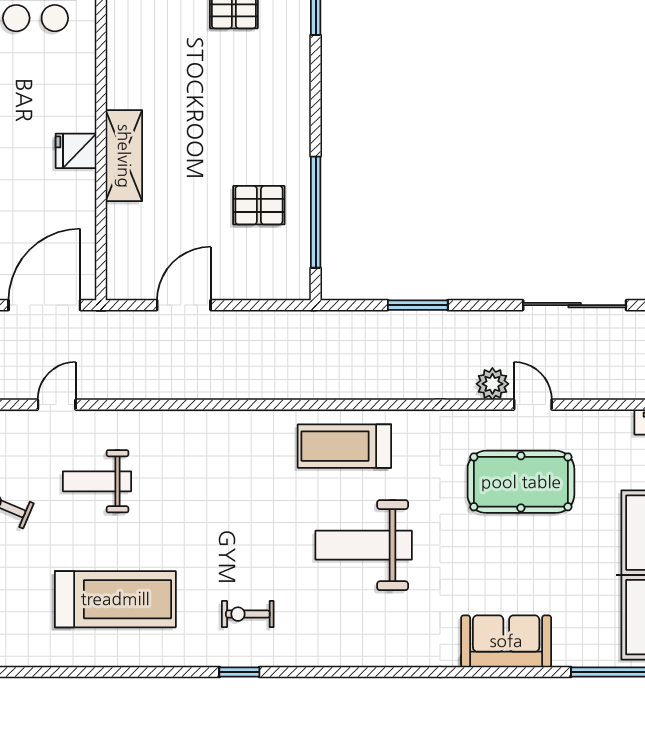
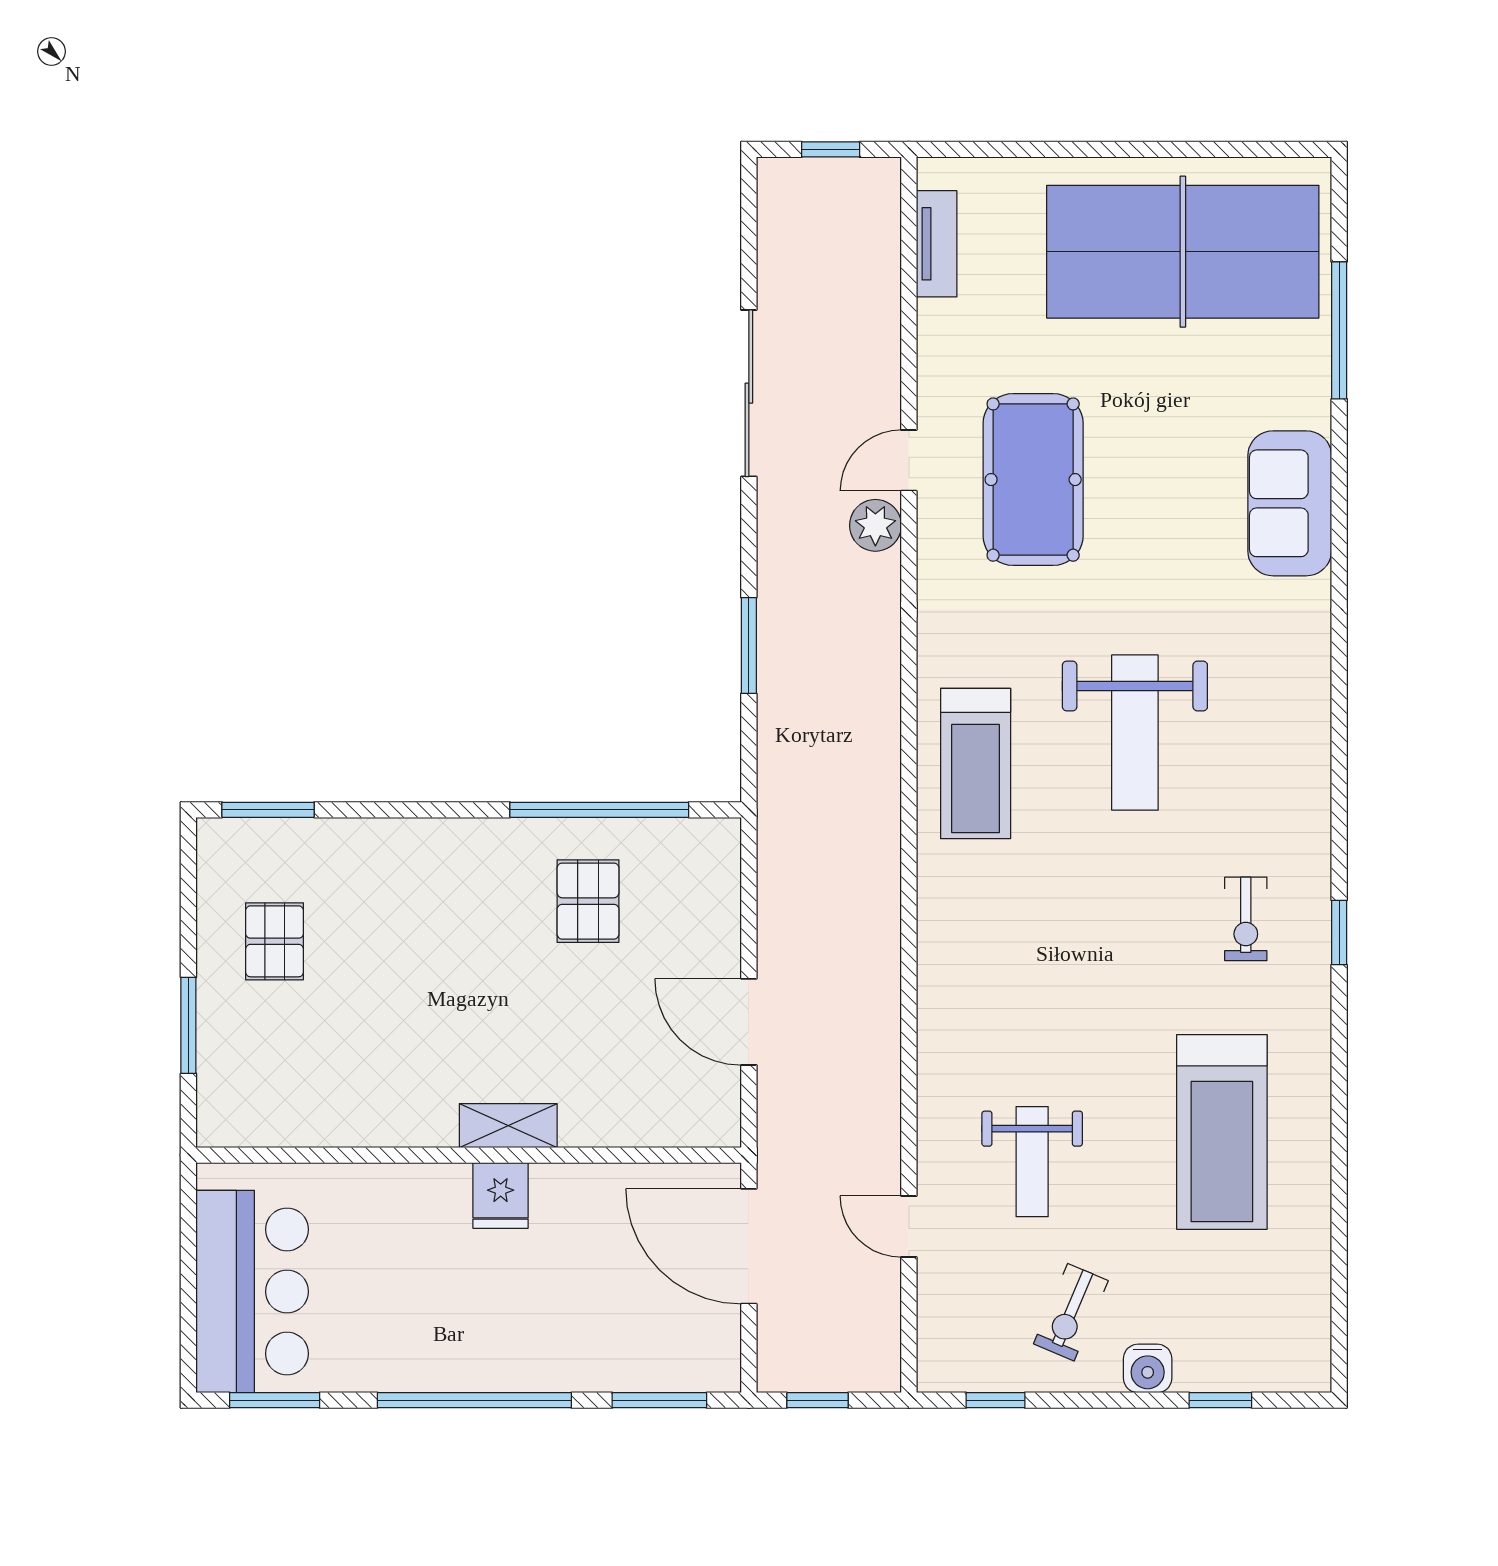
shelving: (124, 156) -> (508, 1126), width x0.67, depth x0.75
treadmill: (115, 599) -> (1222, 1132), turned 180

